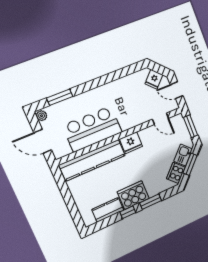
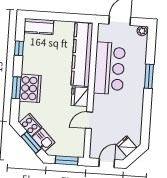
window: (60, 97) -> (149, 76), moved
door: (160, 119) -> (89, 120), moved
cooker: (133, 195) -> (30, 88), moved
kitchen counter: (108, 210) -> (39, 26), moved, turned 90
window: (128, 212) -> (19, 48), moved

